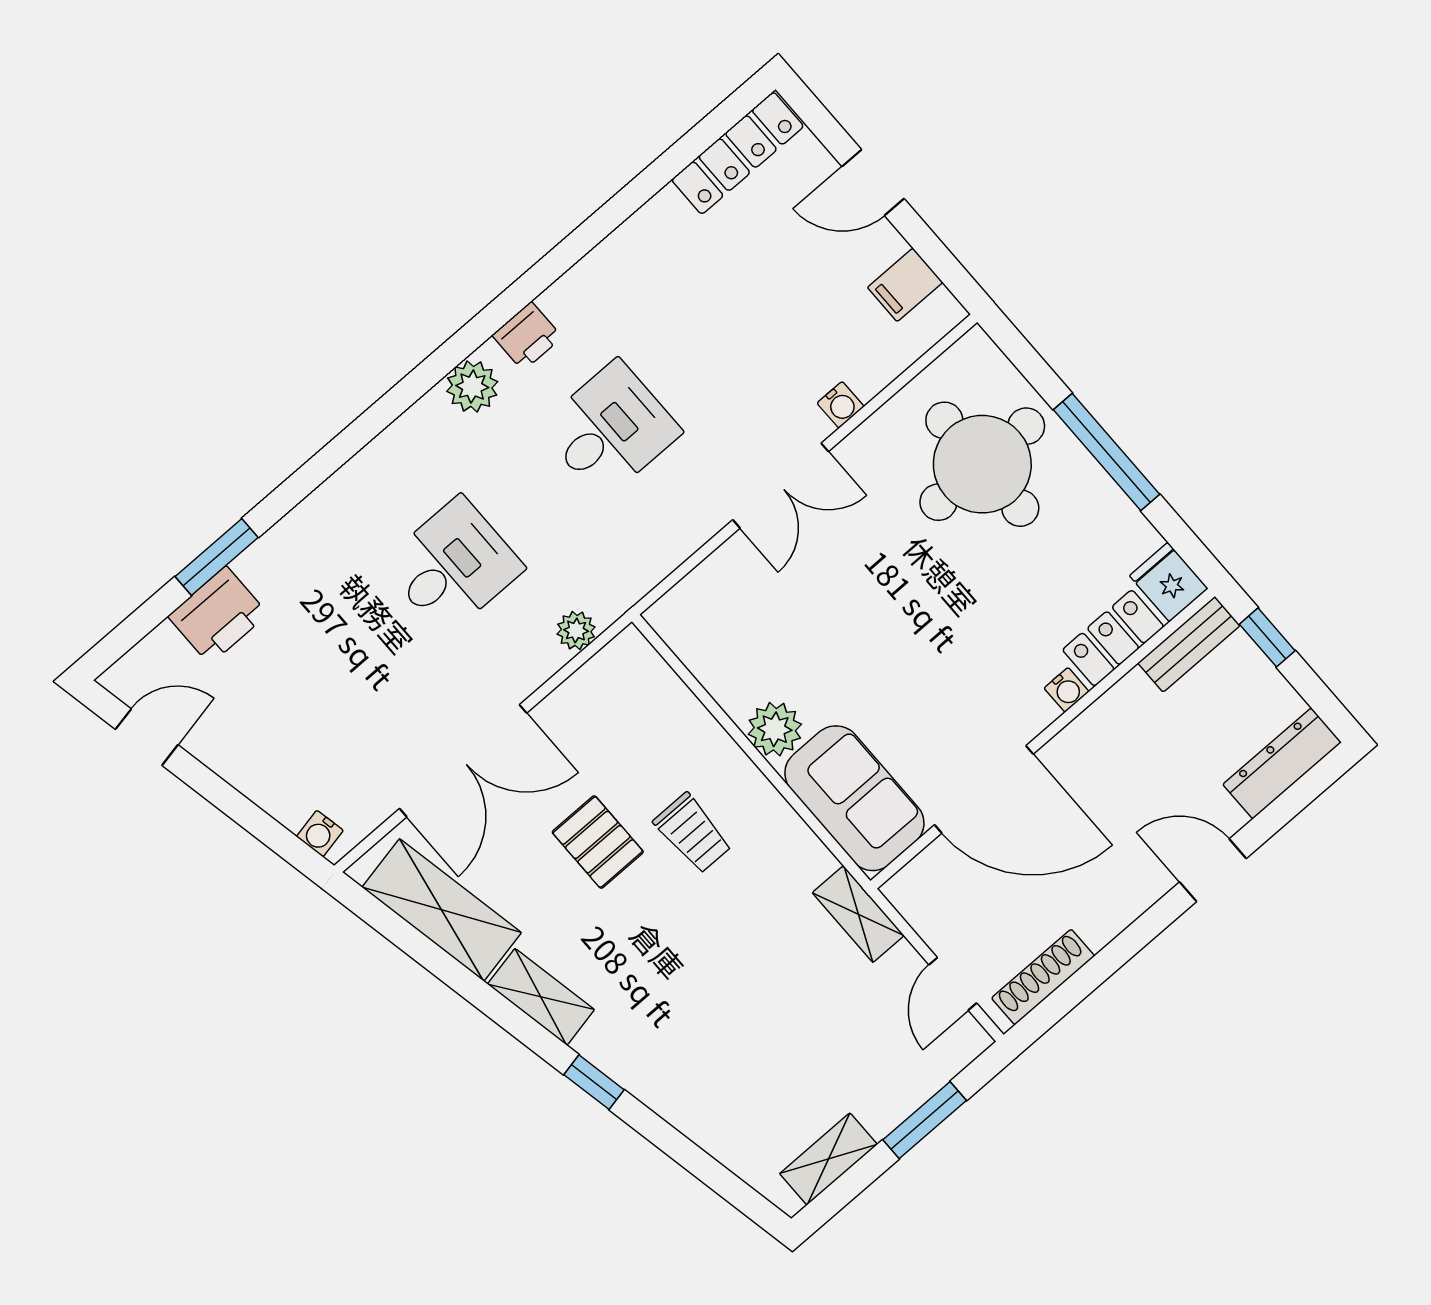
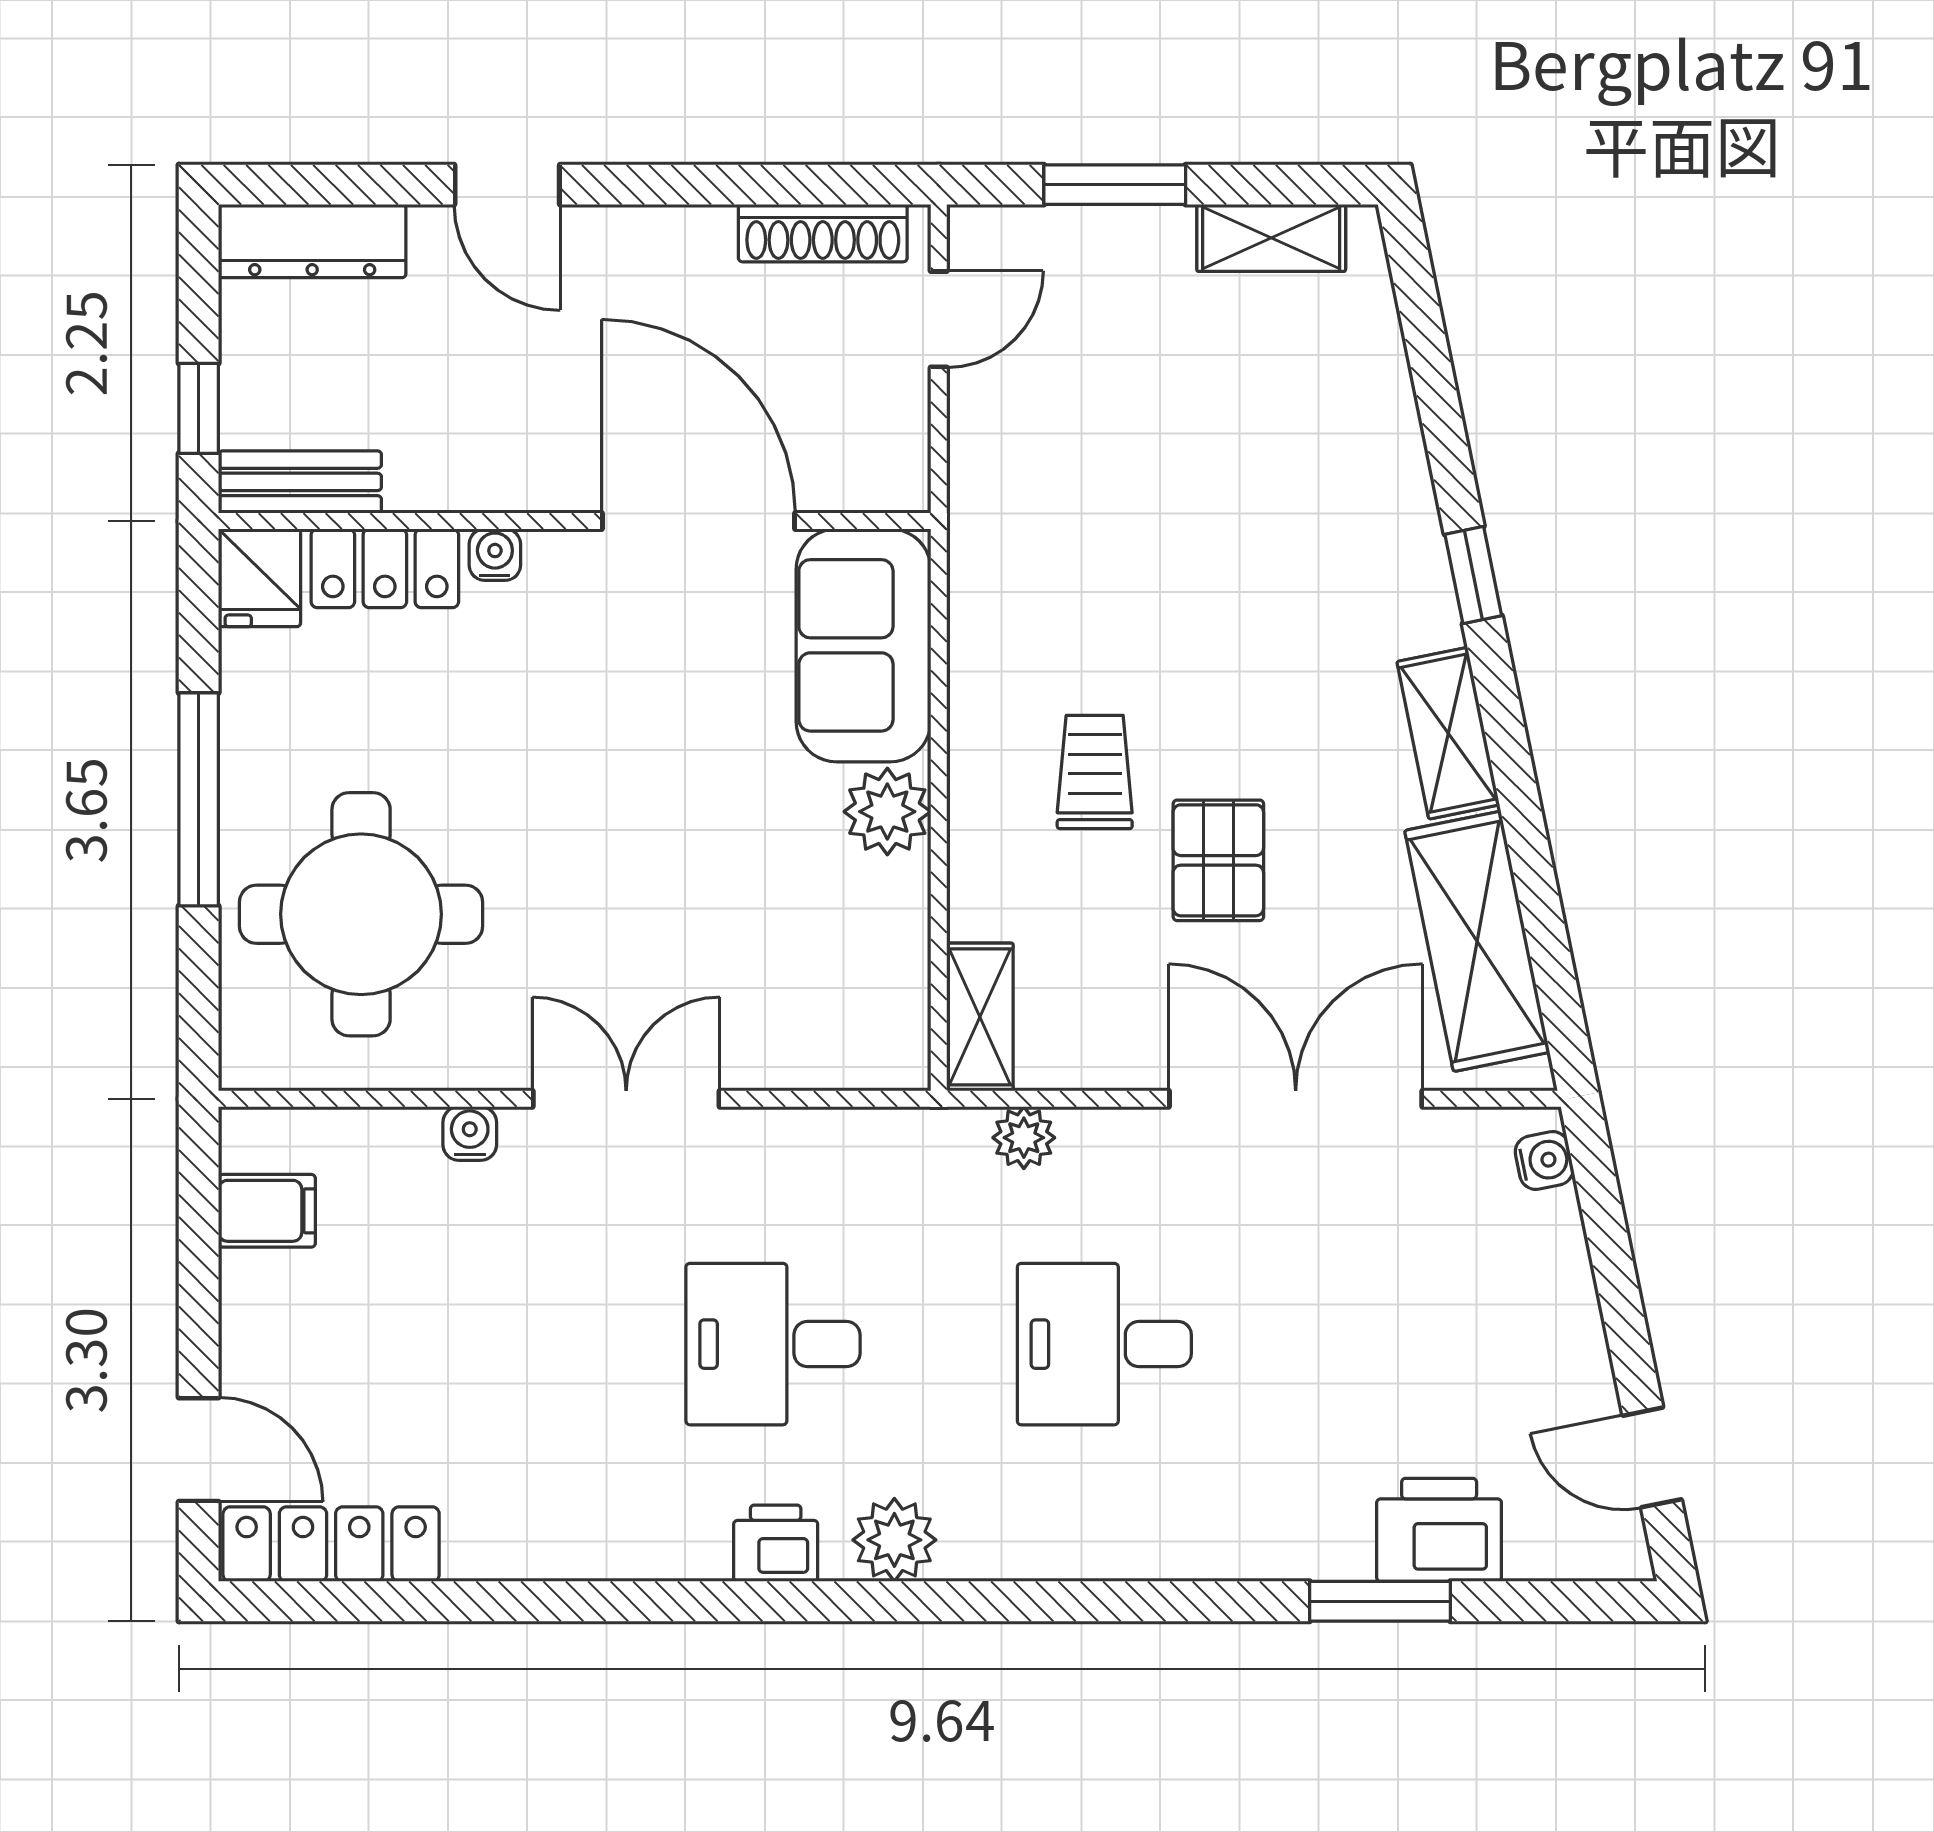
door: (873, 182) -> (199, 1450), moved
shelving: (858, 914) -> (980, 1017), moved

